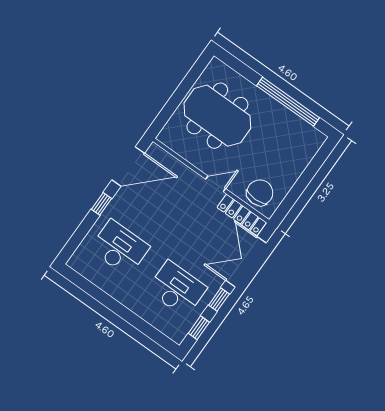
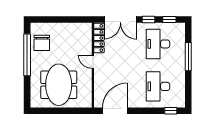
door: (128, 166) -> (115, 111), hinge flipped
chair: (260, 193) -> (42, 43), moved, turned -90
window: (102, 204) -> (171, 111), moved
window: (131, 317) -> (188, 57), added

